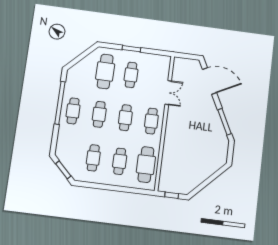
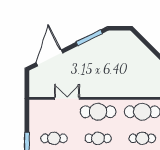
cafe table: (151, 121) -> (98, 112), width x1.37, depth x1.35

